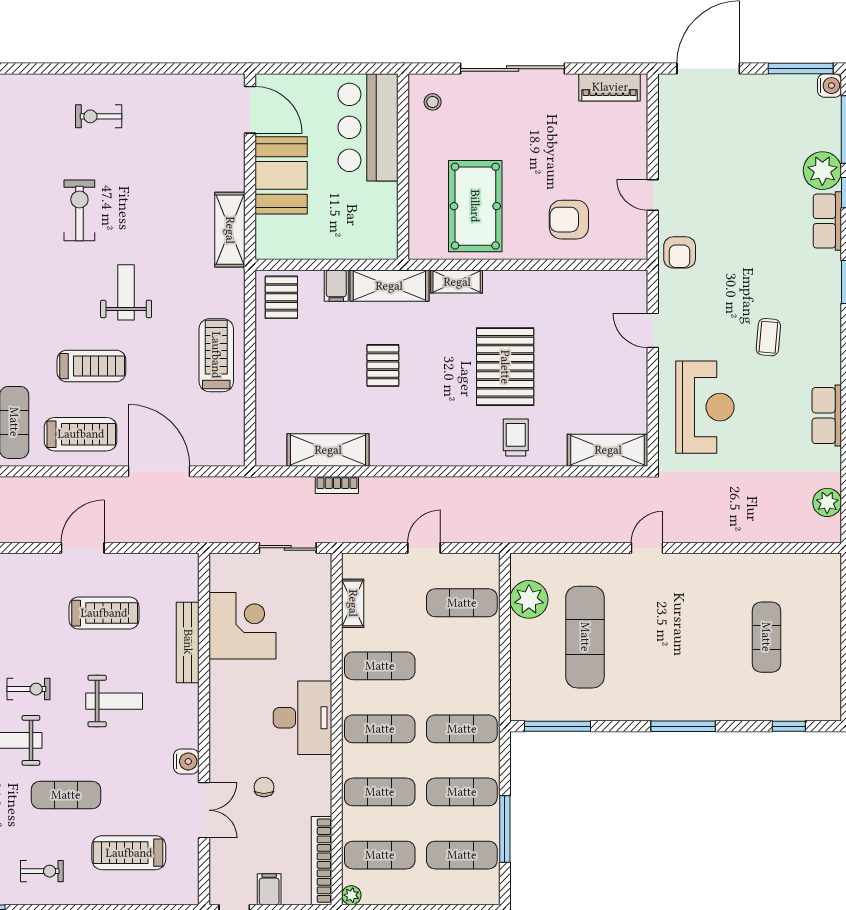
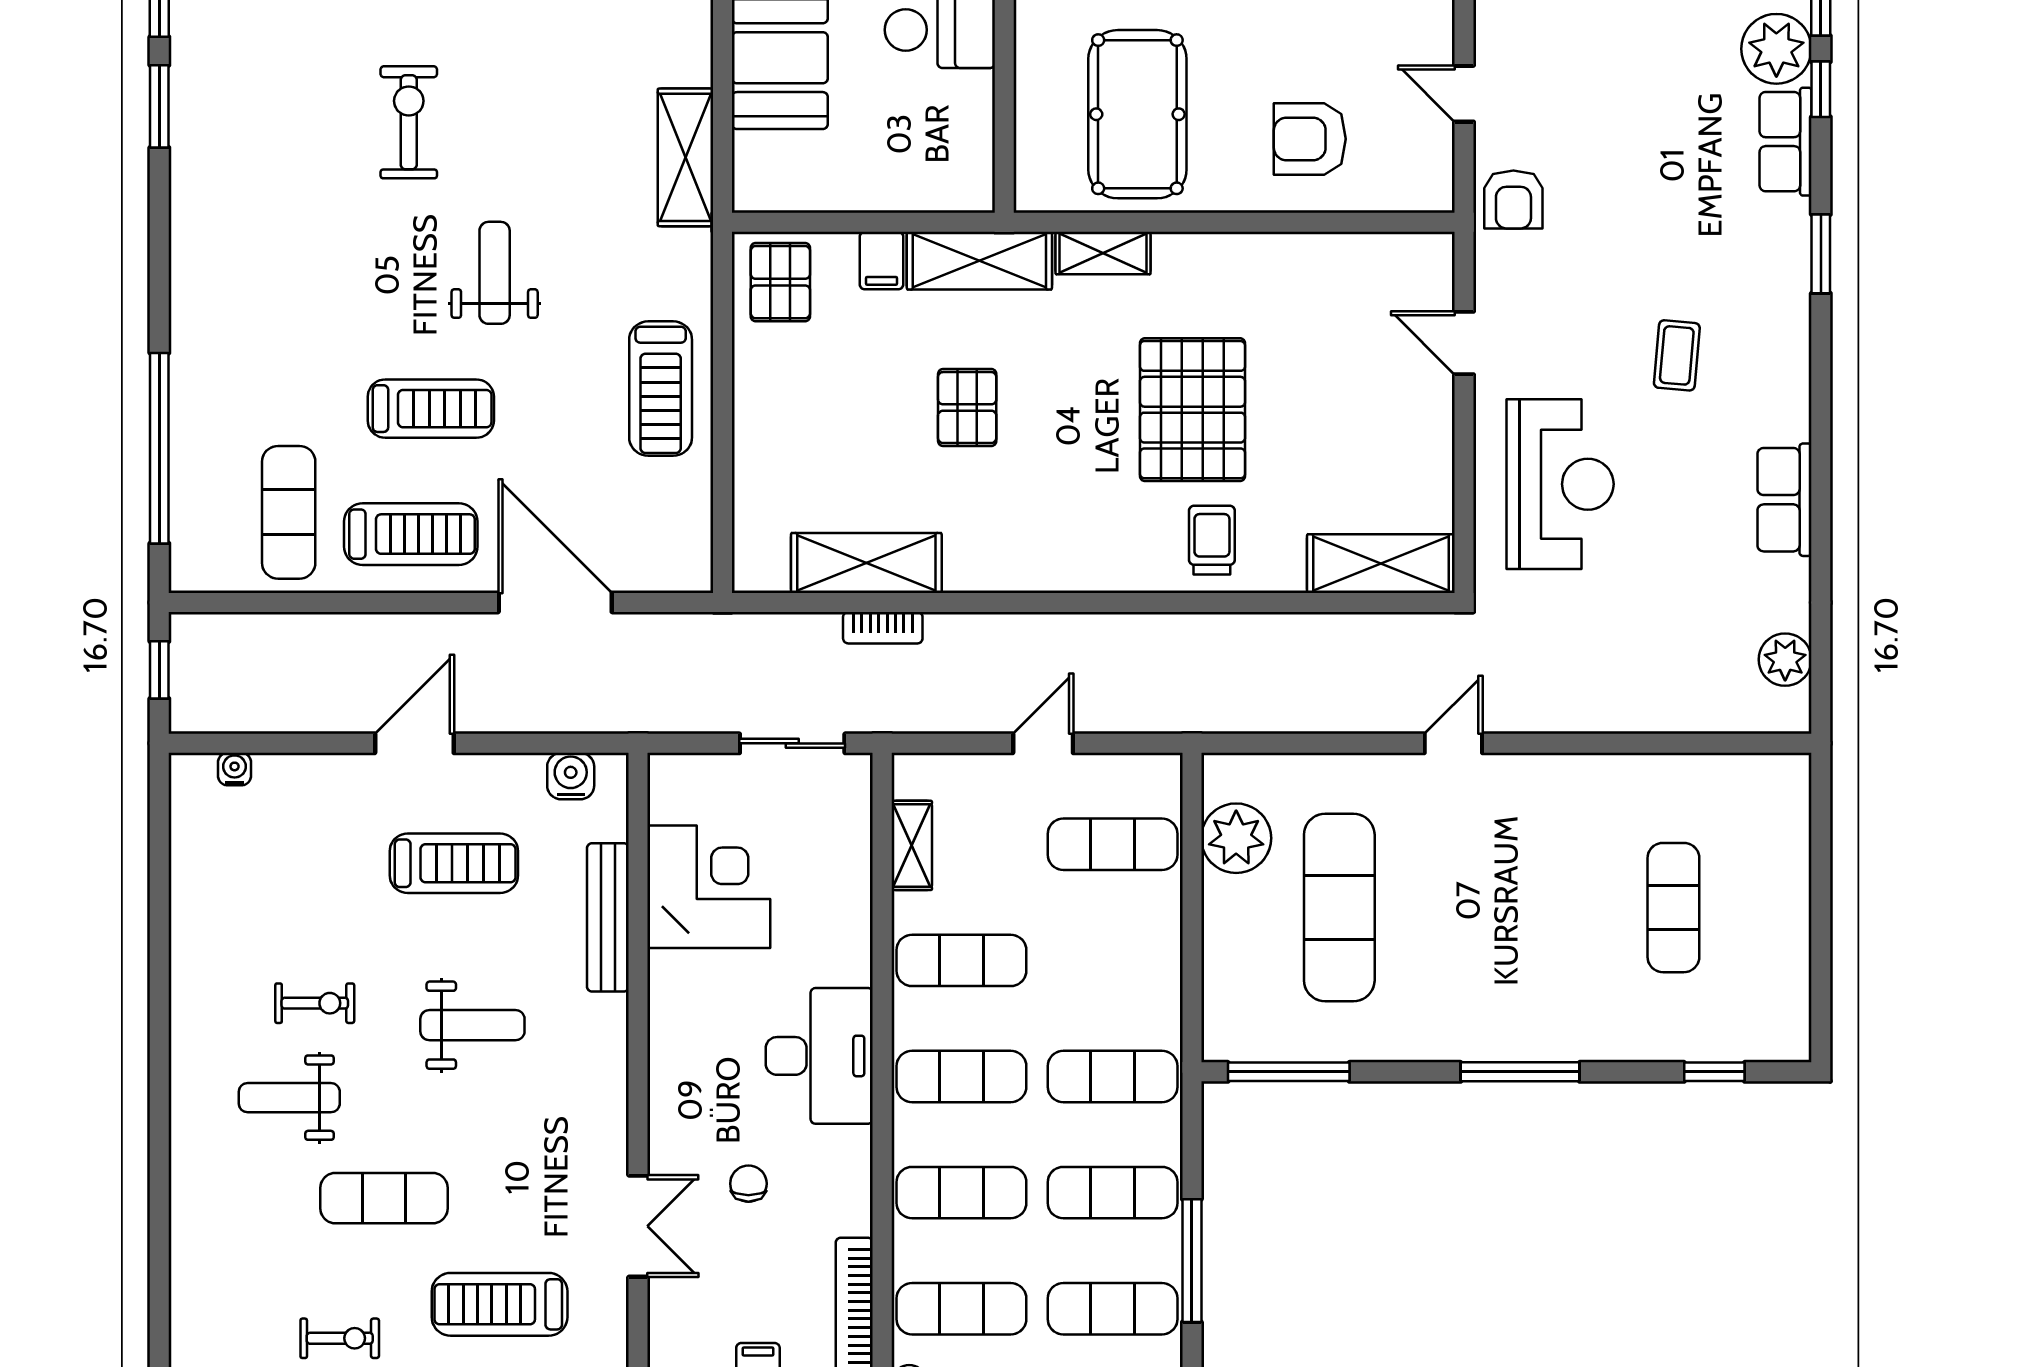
treadmill: (216, 355) -> (661, 389), turned 180
water cooler: (186, 761) -> (571, 776), moved, turned -90

